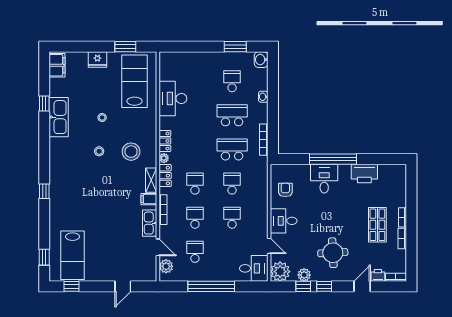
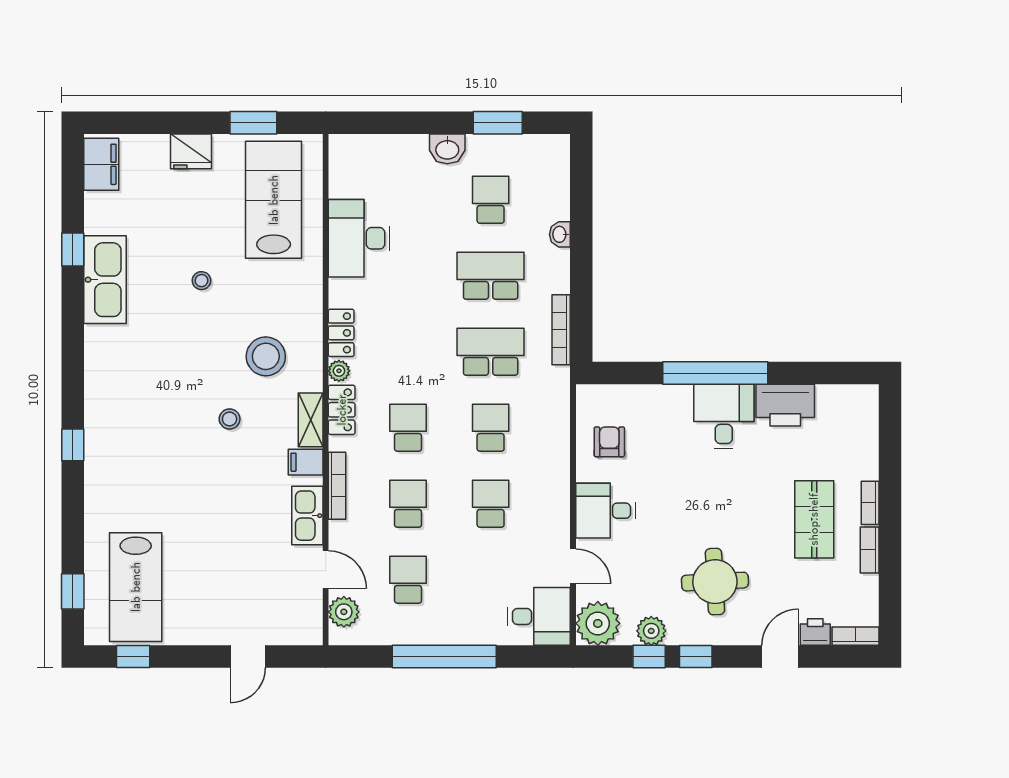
washbasin: (261, 60) -> (447, 149), moved, turned -90
stool: (99, 151) -> (230, 419), moved
desk: (324, 179) -> (724, 416), moved

